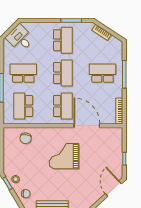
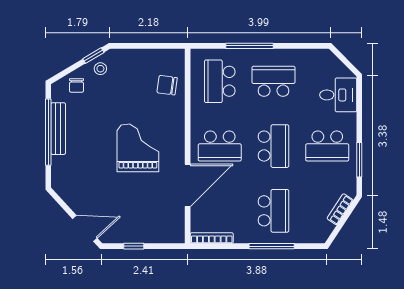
desk: (20, 38) -> (338, 95), moved, turned 45
school desk: (23, 73) -> (273, 81), turned -90
school desk: (63, 73) -> (273, 146), turned -90
school desk: (23, 106) -> (220, 81), turned -90

